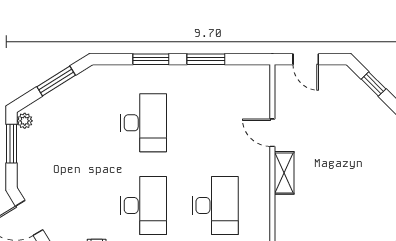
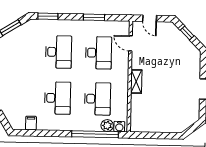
window: (151, 59) -> (48, 16), moved
desk: (215, 123) -> (98, 53), added
door: (272, 133) -> (131, 43), moved

